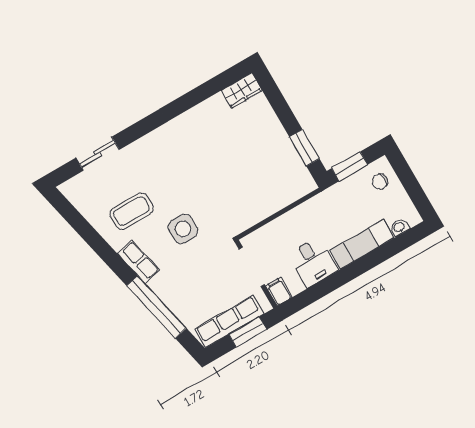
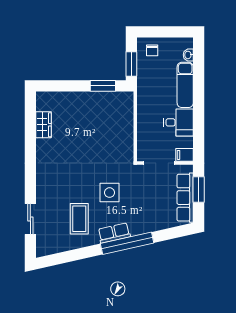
wardrobe: (242, 91) -> (43, 125), moved
window: (157, 307) -> (127, 243), moved

